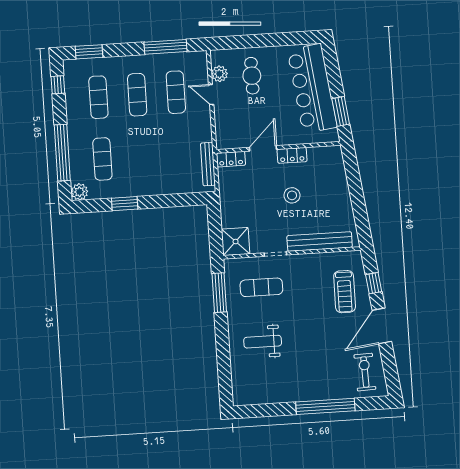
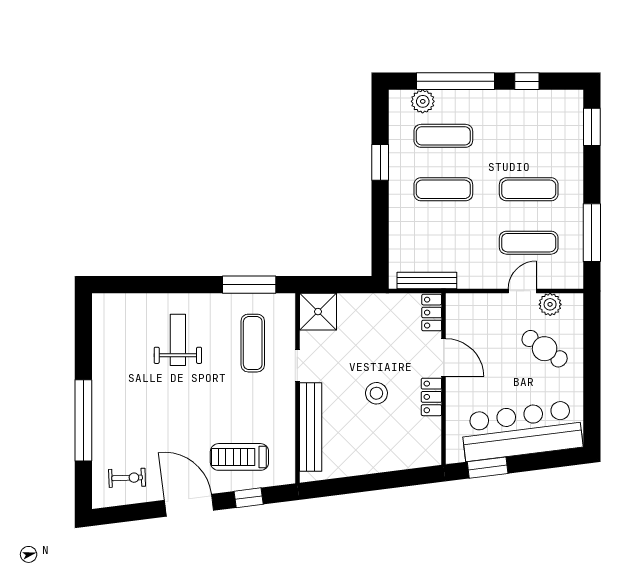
cafe table: (252, 76) -> (545, 349), turned 35
window: (58, 85) -> (527, 81), moved
exercise mat: (98, 97) -> (443, 189), moved
plant: (79, 192) -> (423, 101), moved
exercise bike: (365, 372) -> (127, 478), width x0.73, depth x0.72

